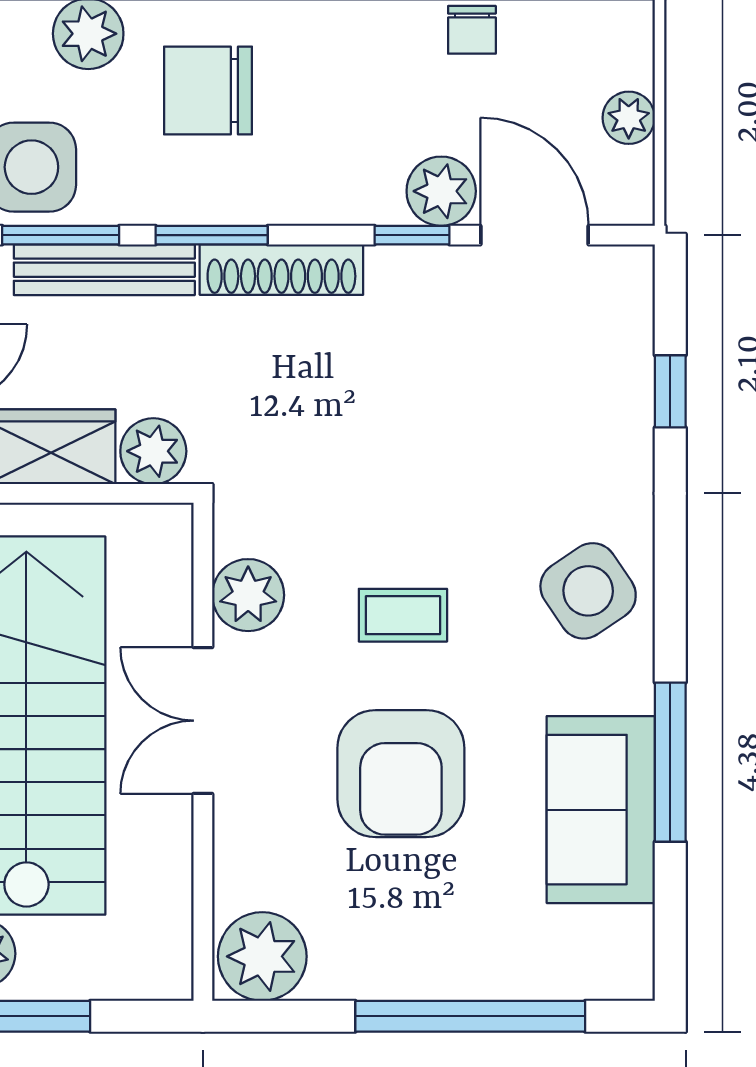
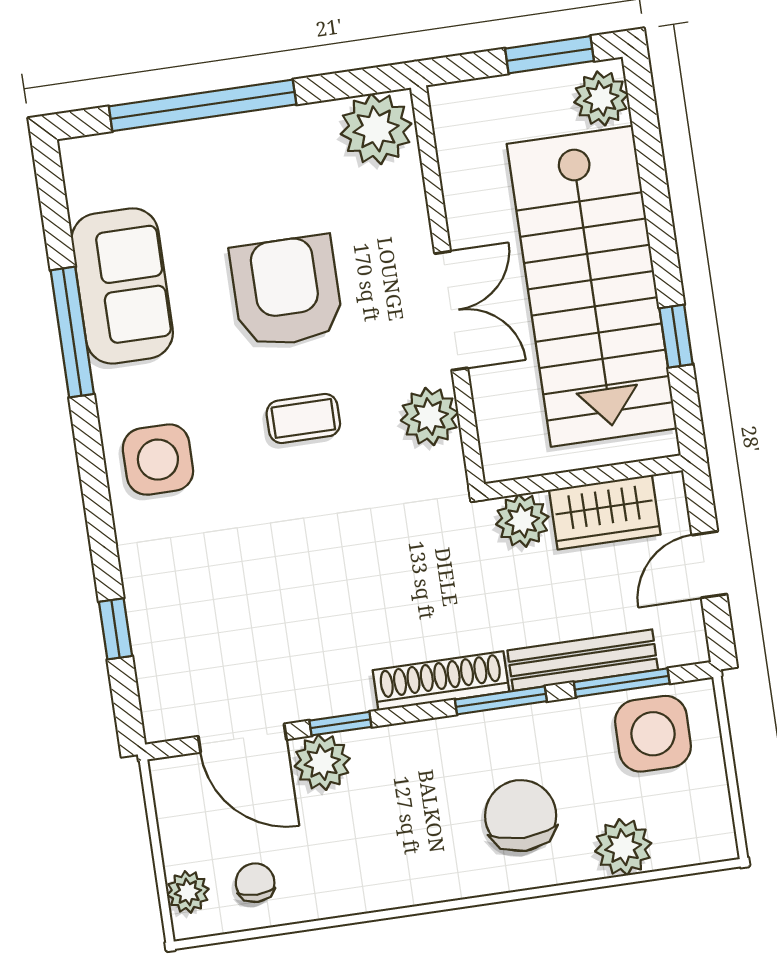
chair: (472, 30) -> (255, 883), moved
chair: (208, 91) -> (521, 816), turned -90
plant: (629, 118) -> (188, 892), moved
side table: (588, 591) -> (158, 460), turned 34

